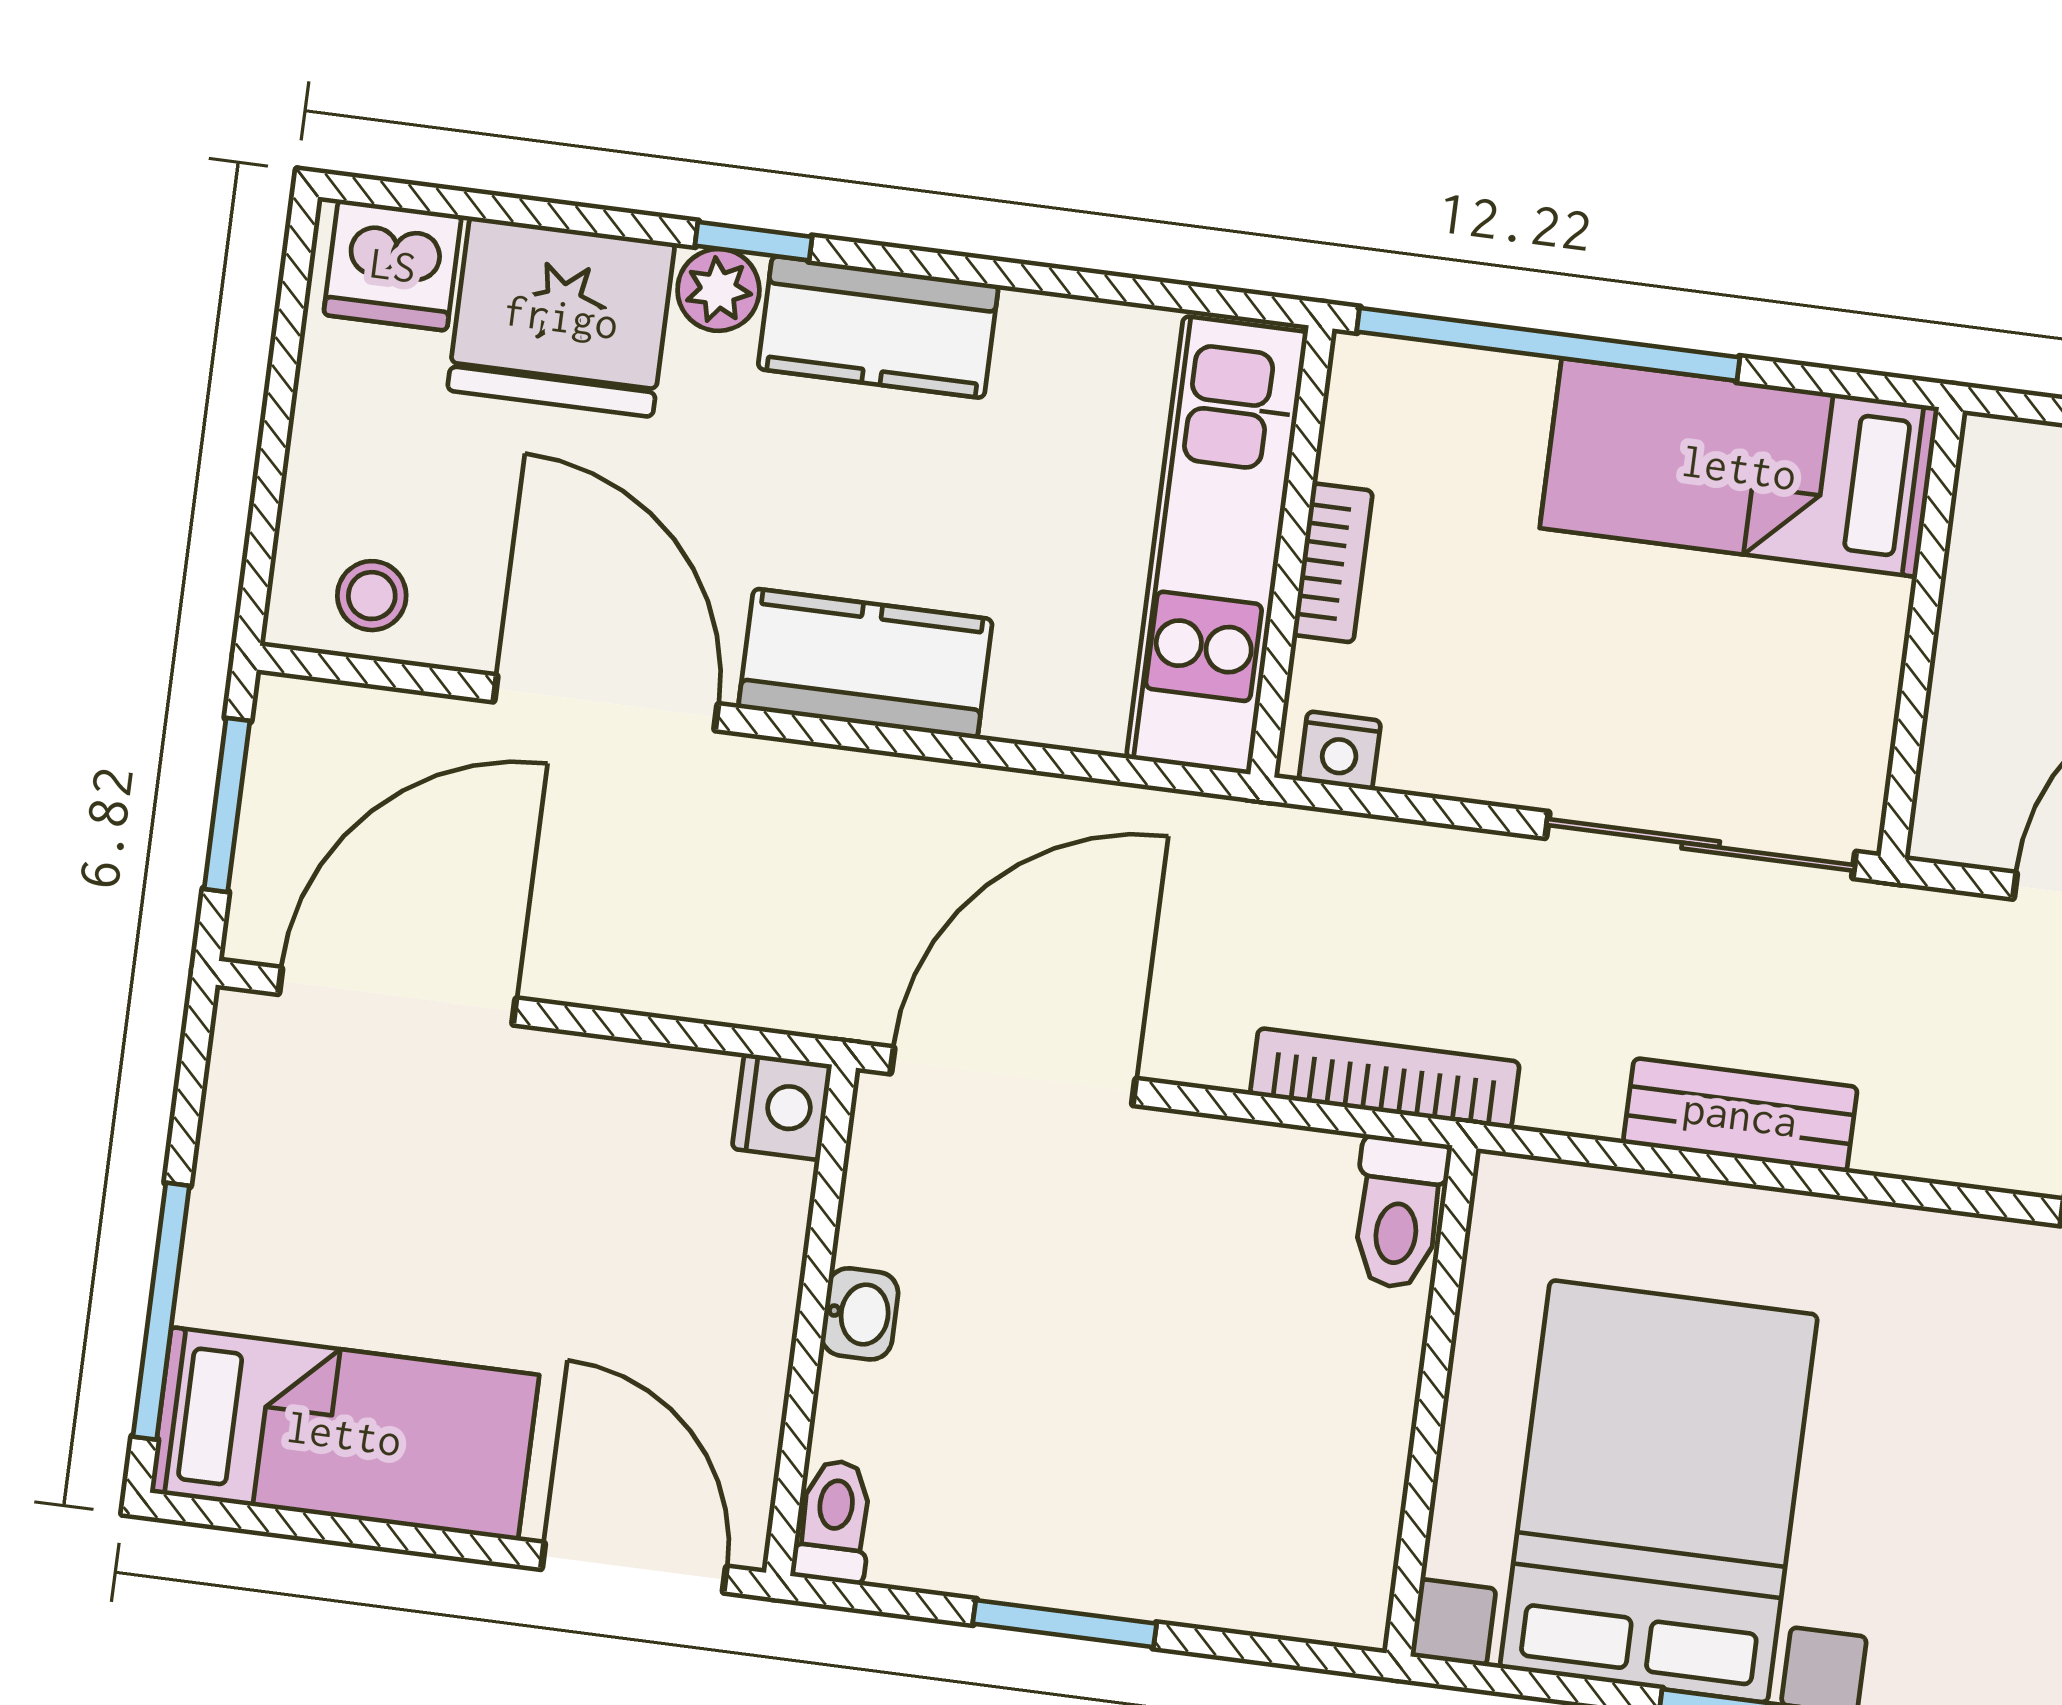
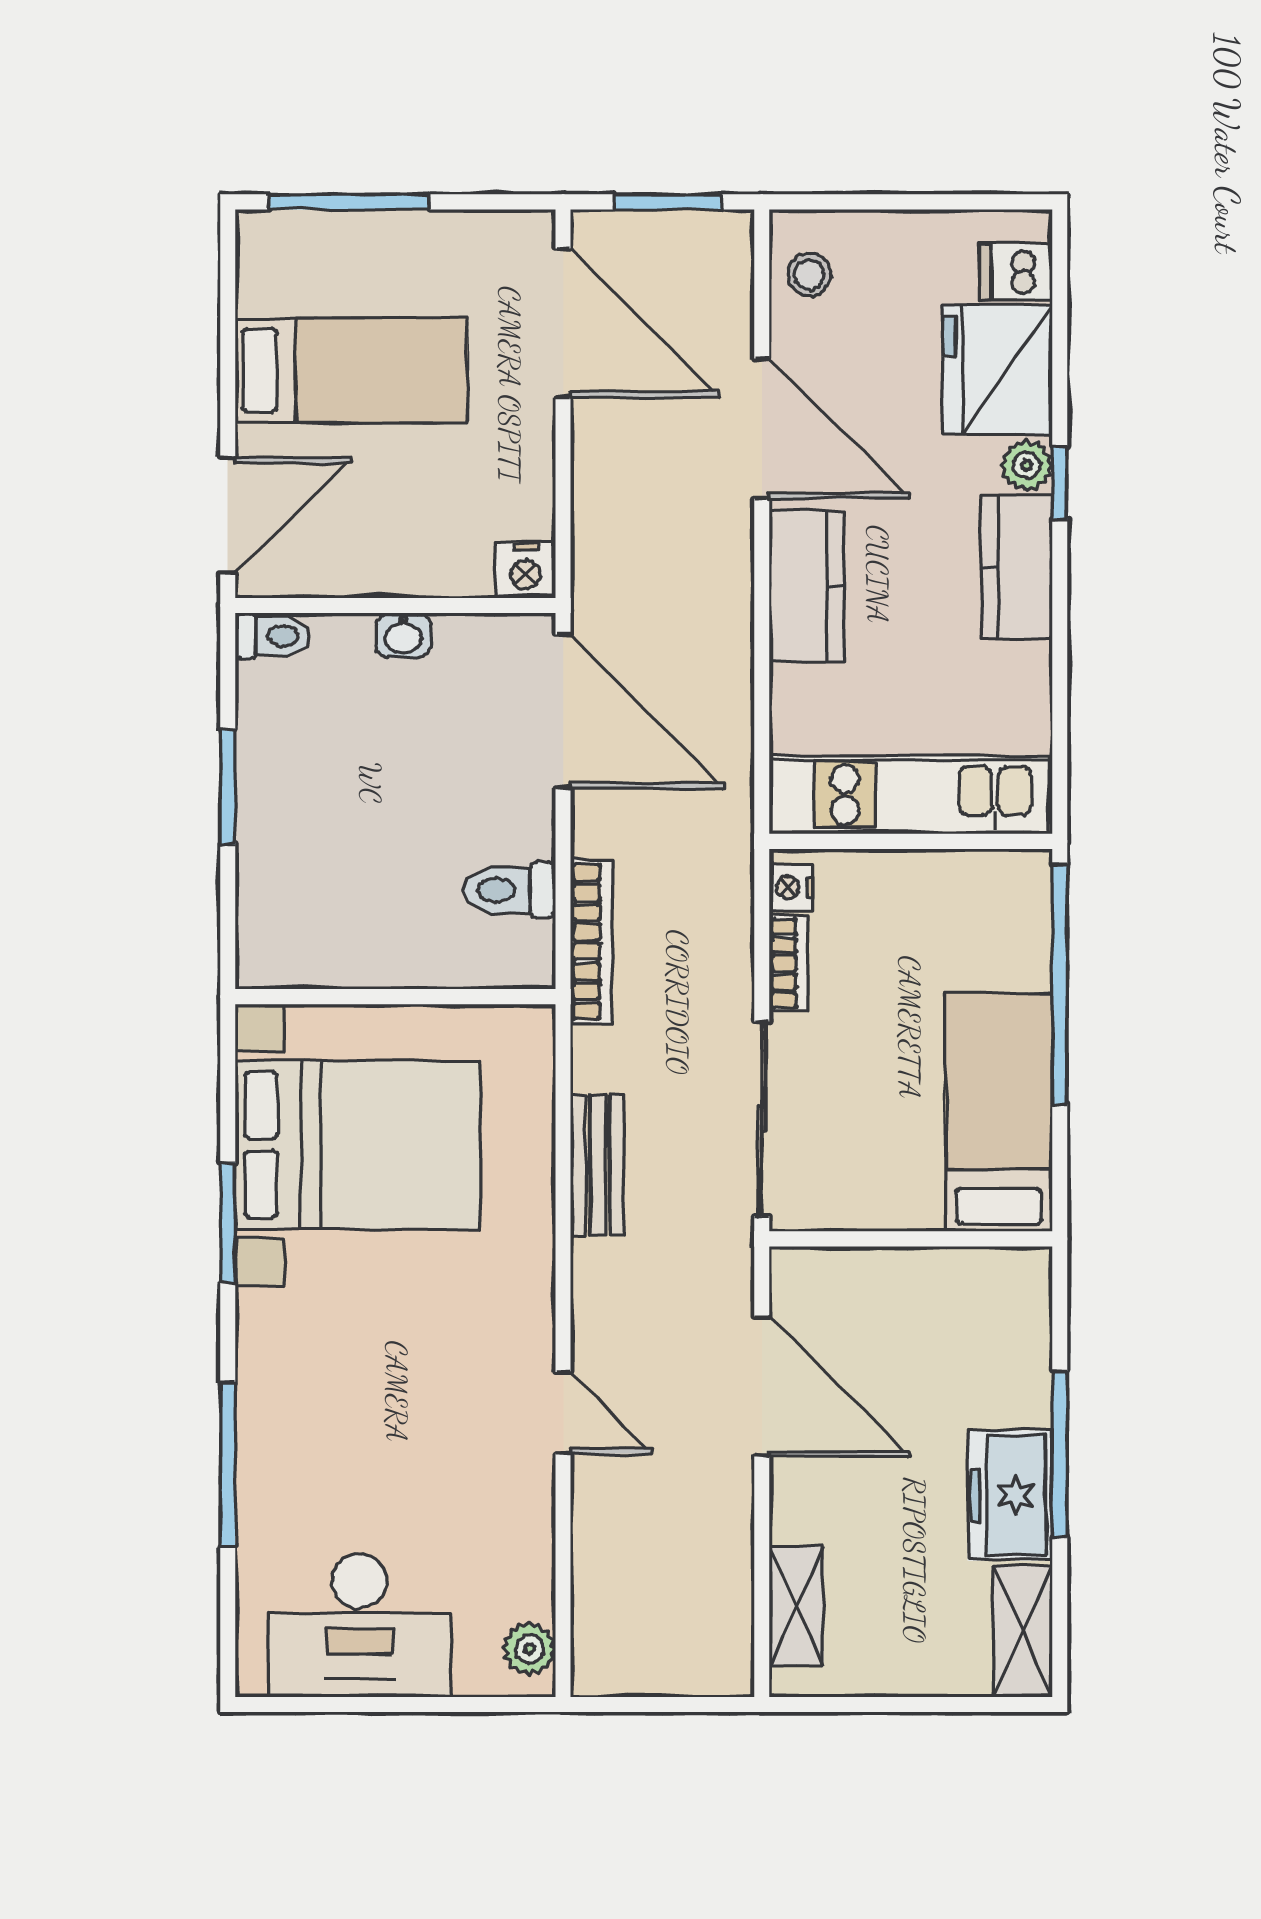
dishwasher: (393, 265) -> (1016, 272), width x0.73
bookcase: (1333, 563) -> (788, 964), moved, turned -90
door: (606, 703) -> (762, 429), hinge flipped
toilet: (1399, 1213) -> (509, 890), moved
bed: (344, 1434) -> (351, 371), moved, turned -90

